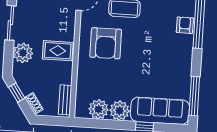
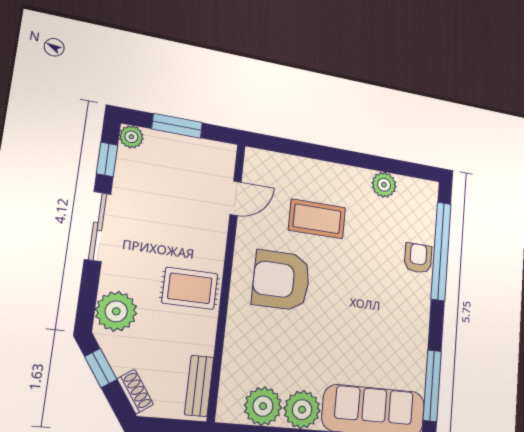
armchair: (106, 43) -> (281, 280), turned 90
plant: (23, 53) -> (116, 311), moved

